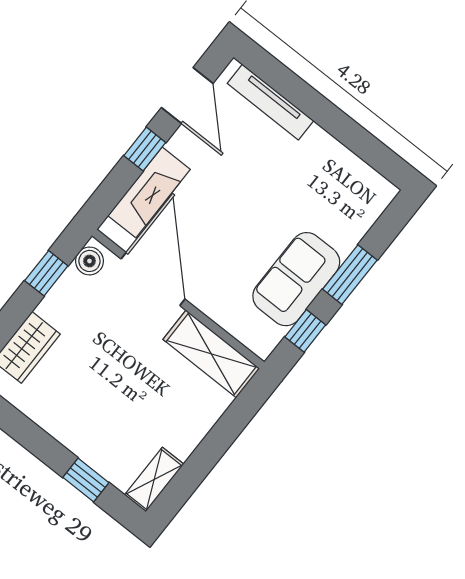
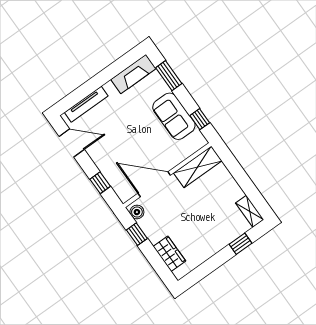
window: (145, 149) -> (100, 183), moved
fireplace: (149, 192) -> (133, 74), moved, turned 90
window: (350, 275) -> (169, 76), moved

